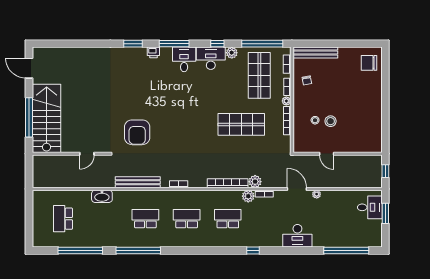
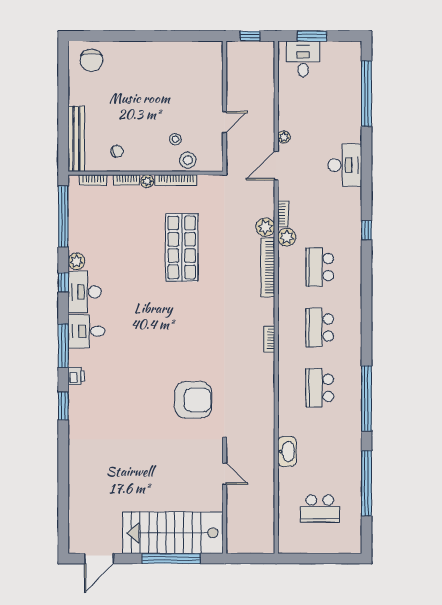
shop shelf: (259, 75) -> (110, 221), removed
stool: (331, 121) -> (188, 160), moved
bench: (138, 182) -> (266, 399), removed

